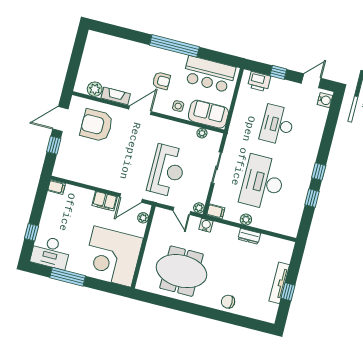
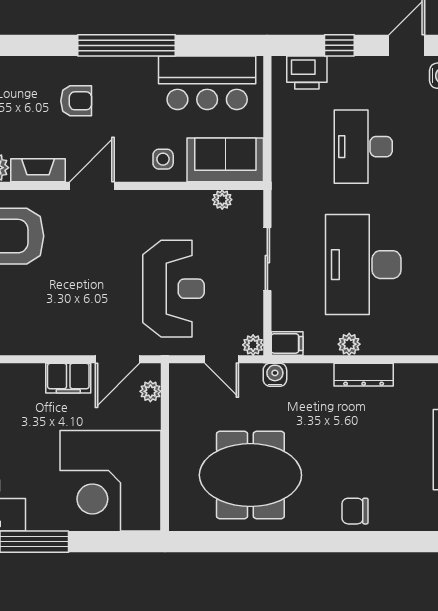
armchair: (161, 81) -> (76, 101), moved
dresser: (249, 236) -> (364, 375), width x1.44

